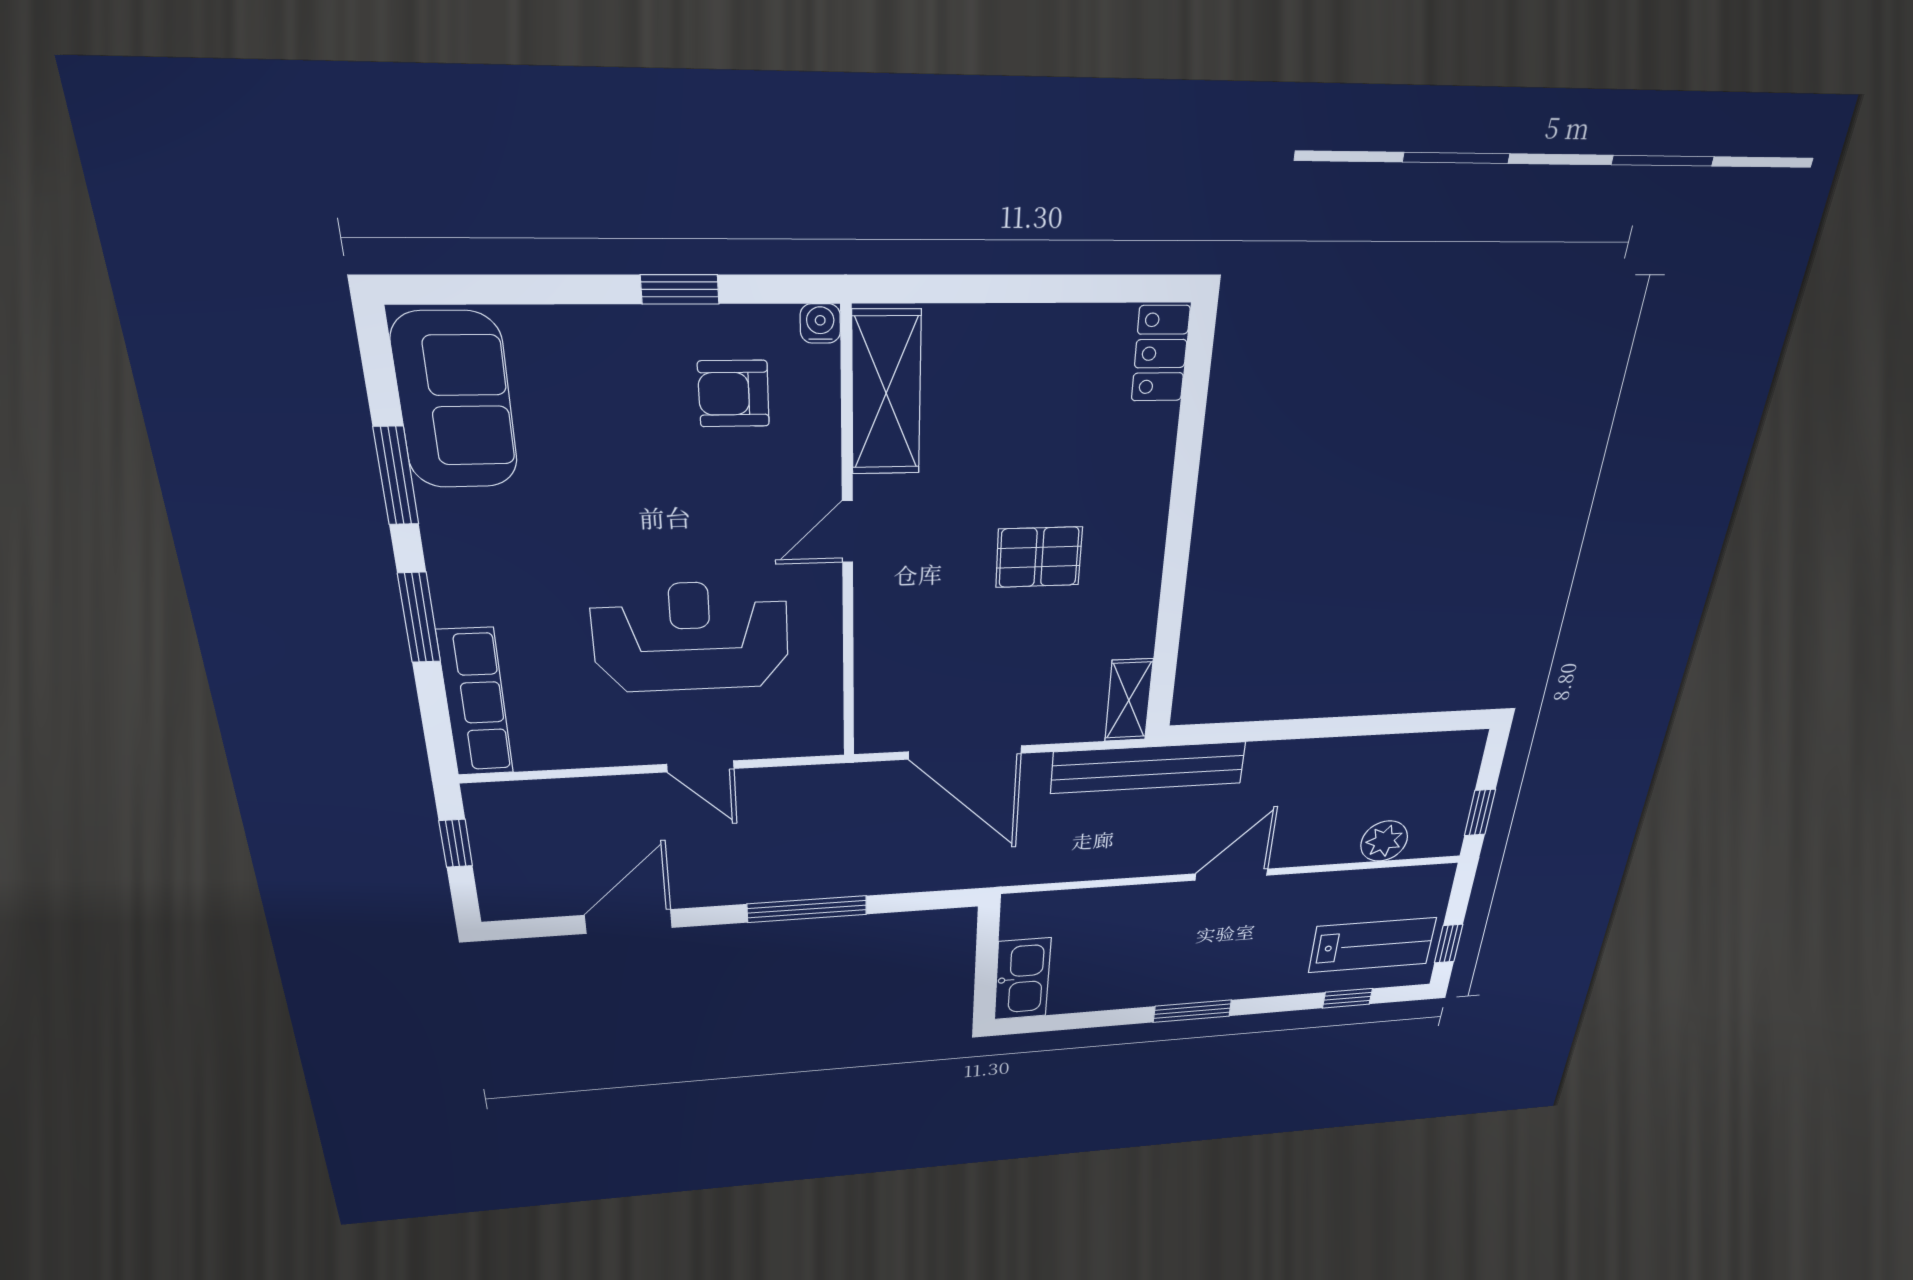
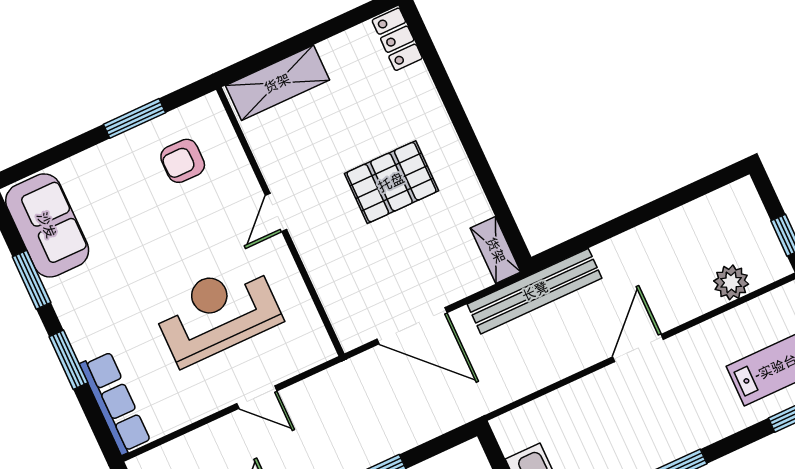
window: (680, 289) -> (134, 118), width x1.50
water cooler: (820, 323) -> (211, 104), removed
shelving: (886, 393) -> (277, 83), moved, turned 90
pallet: (1039, 557) -> (391, 182), width x1.50, depth x1.42

